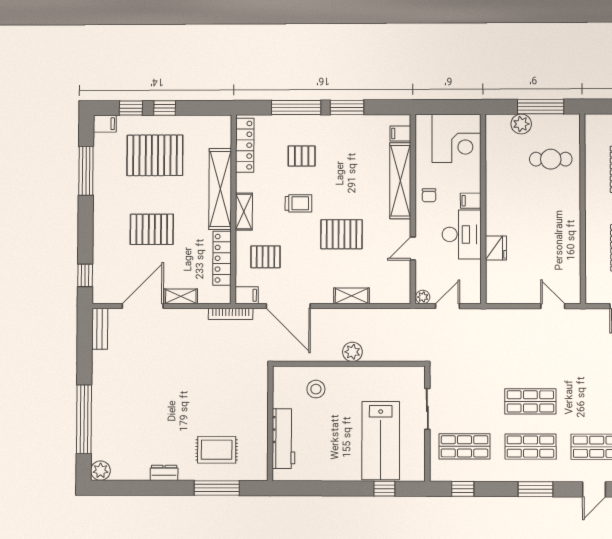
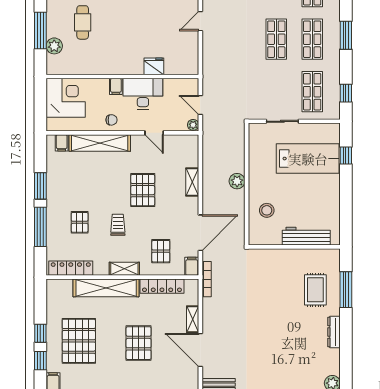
dresser: (164, 473) -> (334, 332), width x1.44

